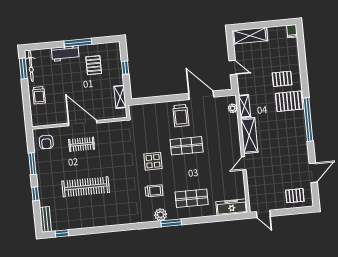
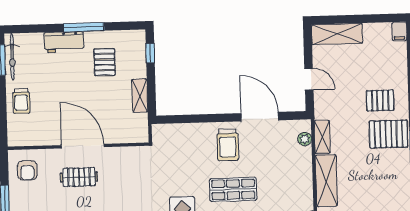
window: (125, 68) -> (150, 53), moved
shelving: (120, 97) -> (140, 96), moved

